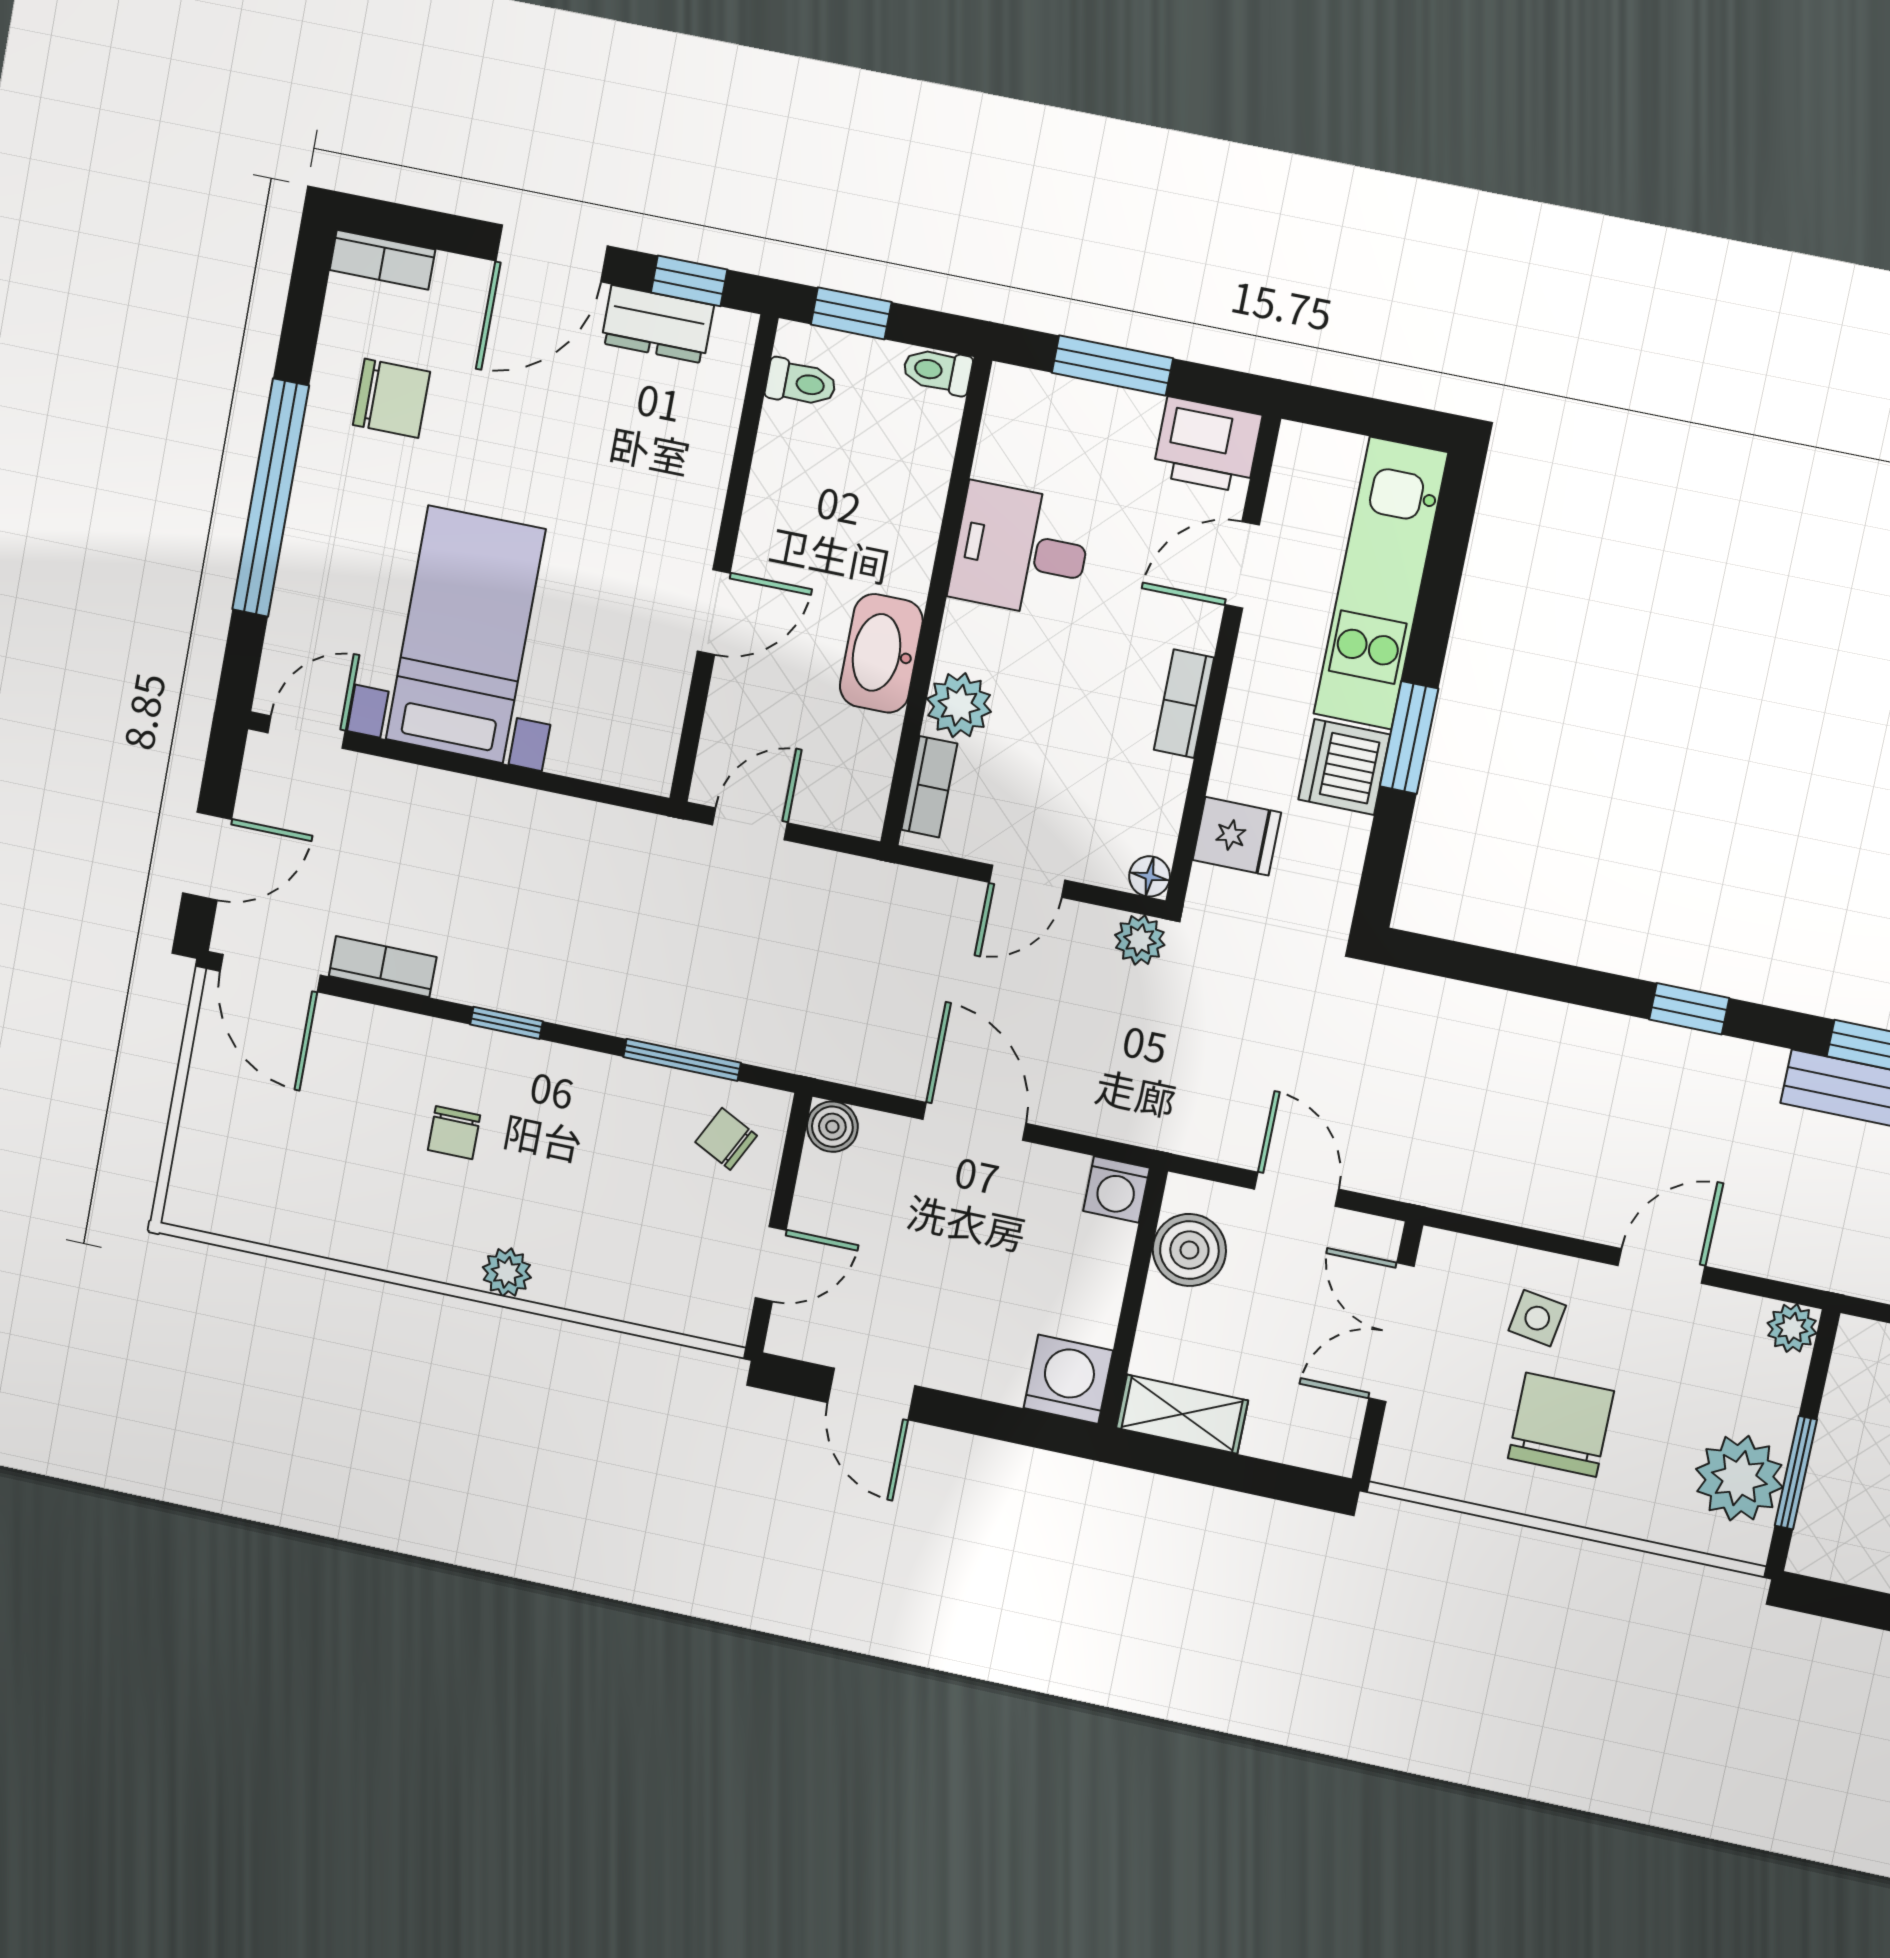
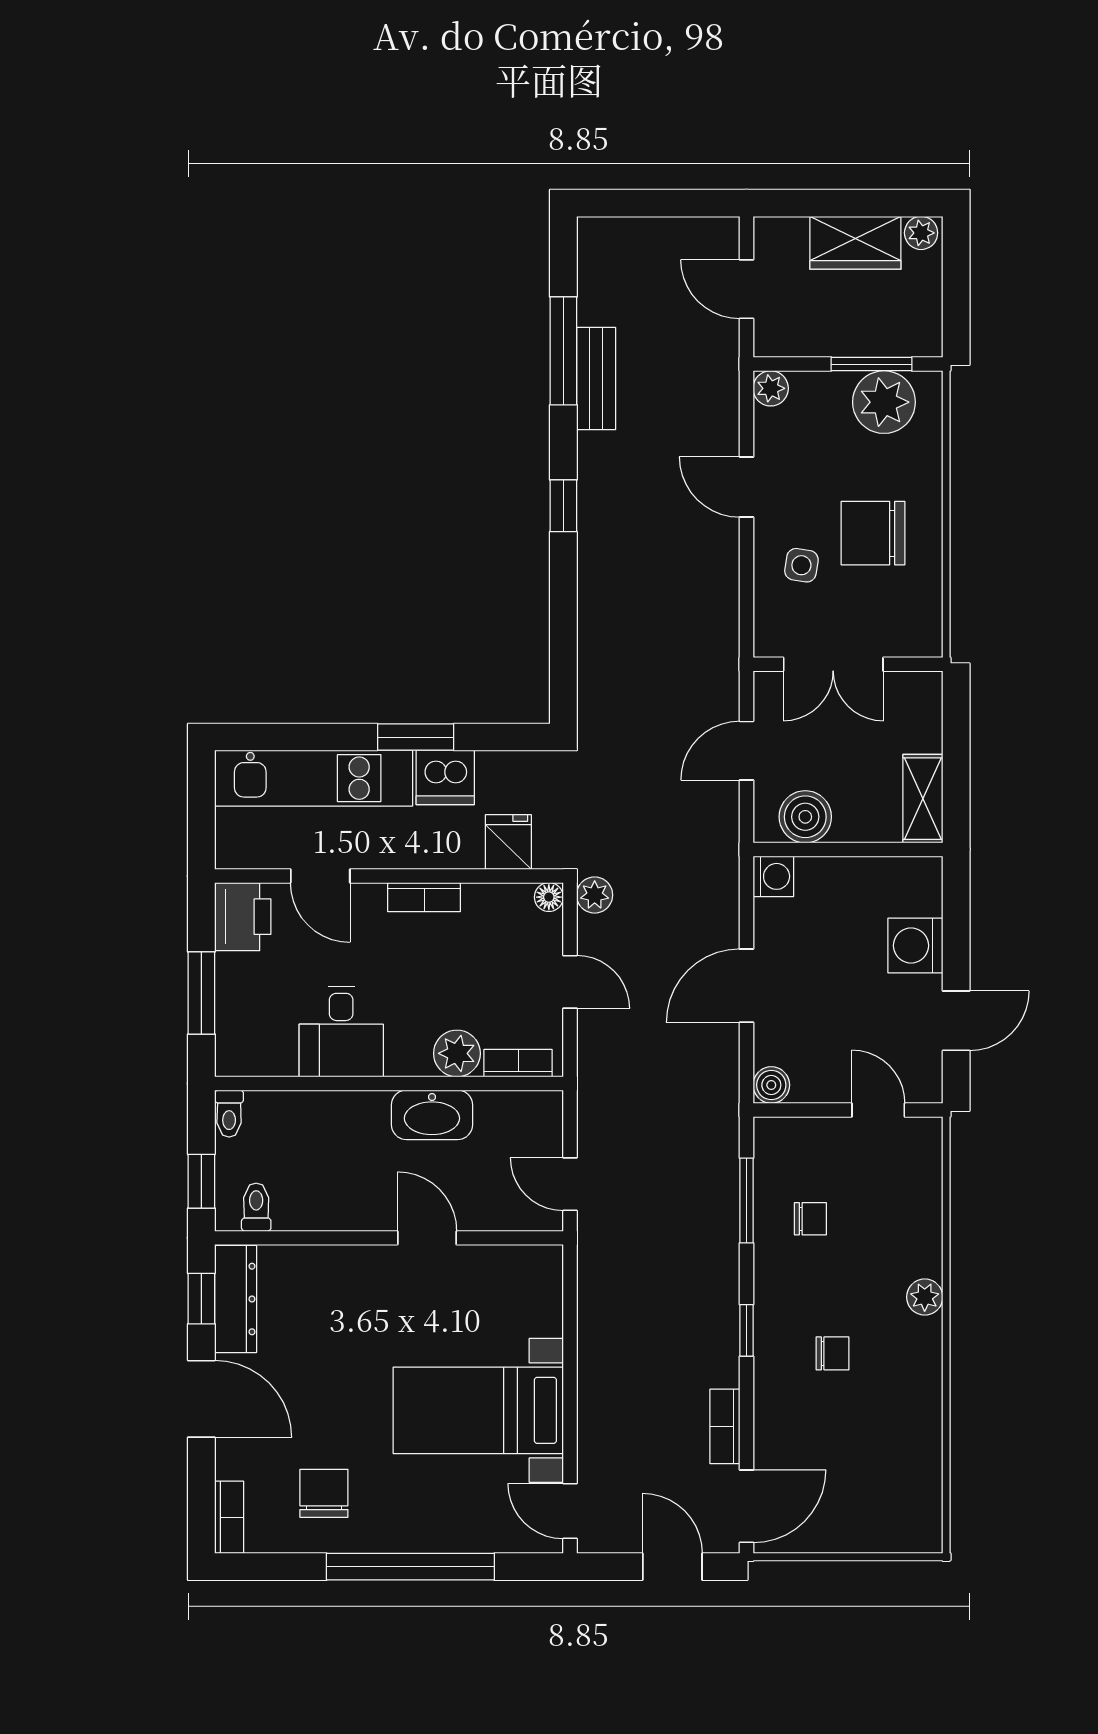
dresser: (657, 324) -> (236, 1299), width x1.44
chair: (726, 1139) -> (810, 1219), moved, turned -117
washing machine: (1068, 1379) -> (915, 946), moved

